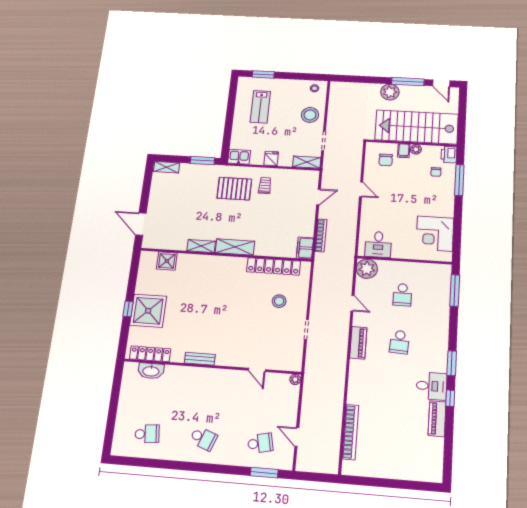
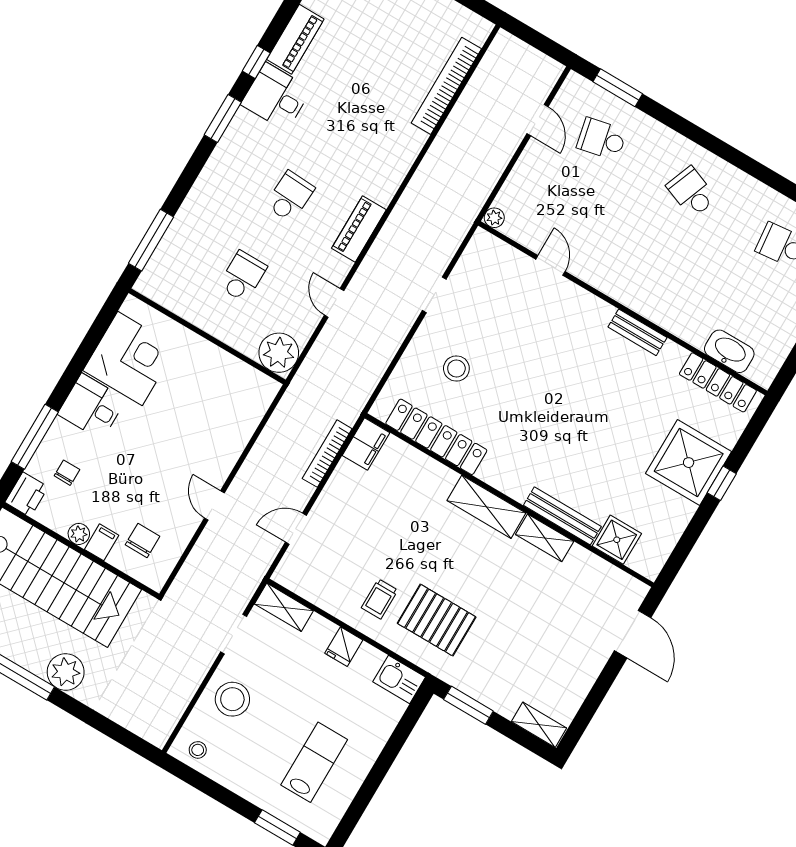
desk: (378, 244) -> (92, 407), moved, turned -90
bench: (197, 259) -> (562, 516), added

